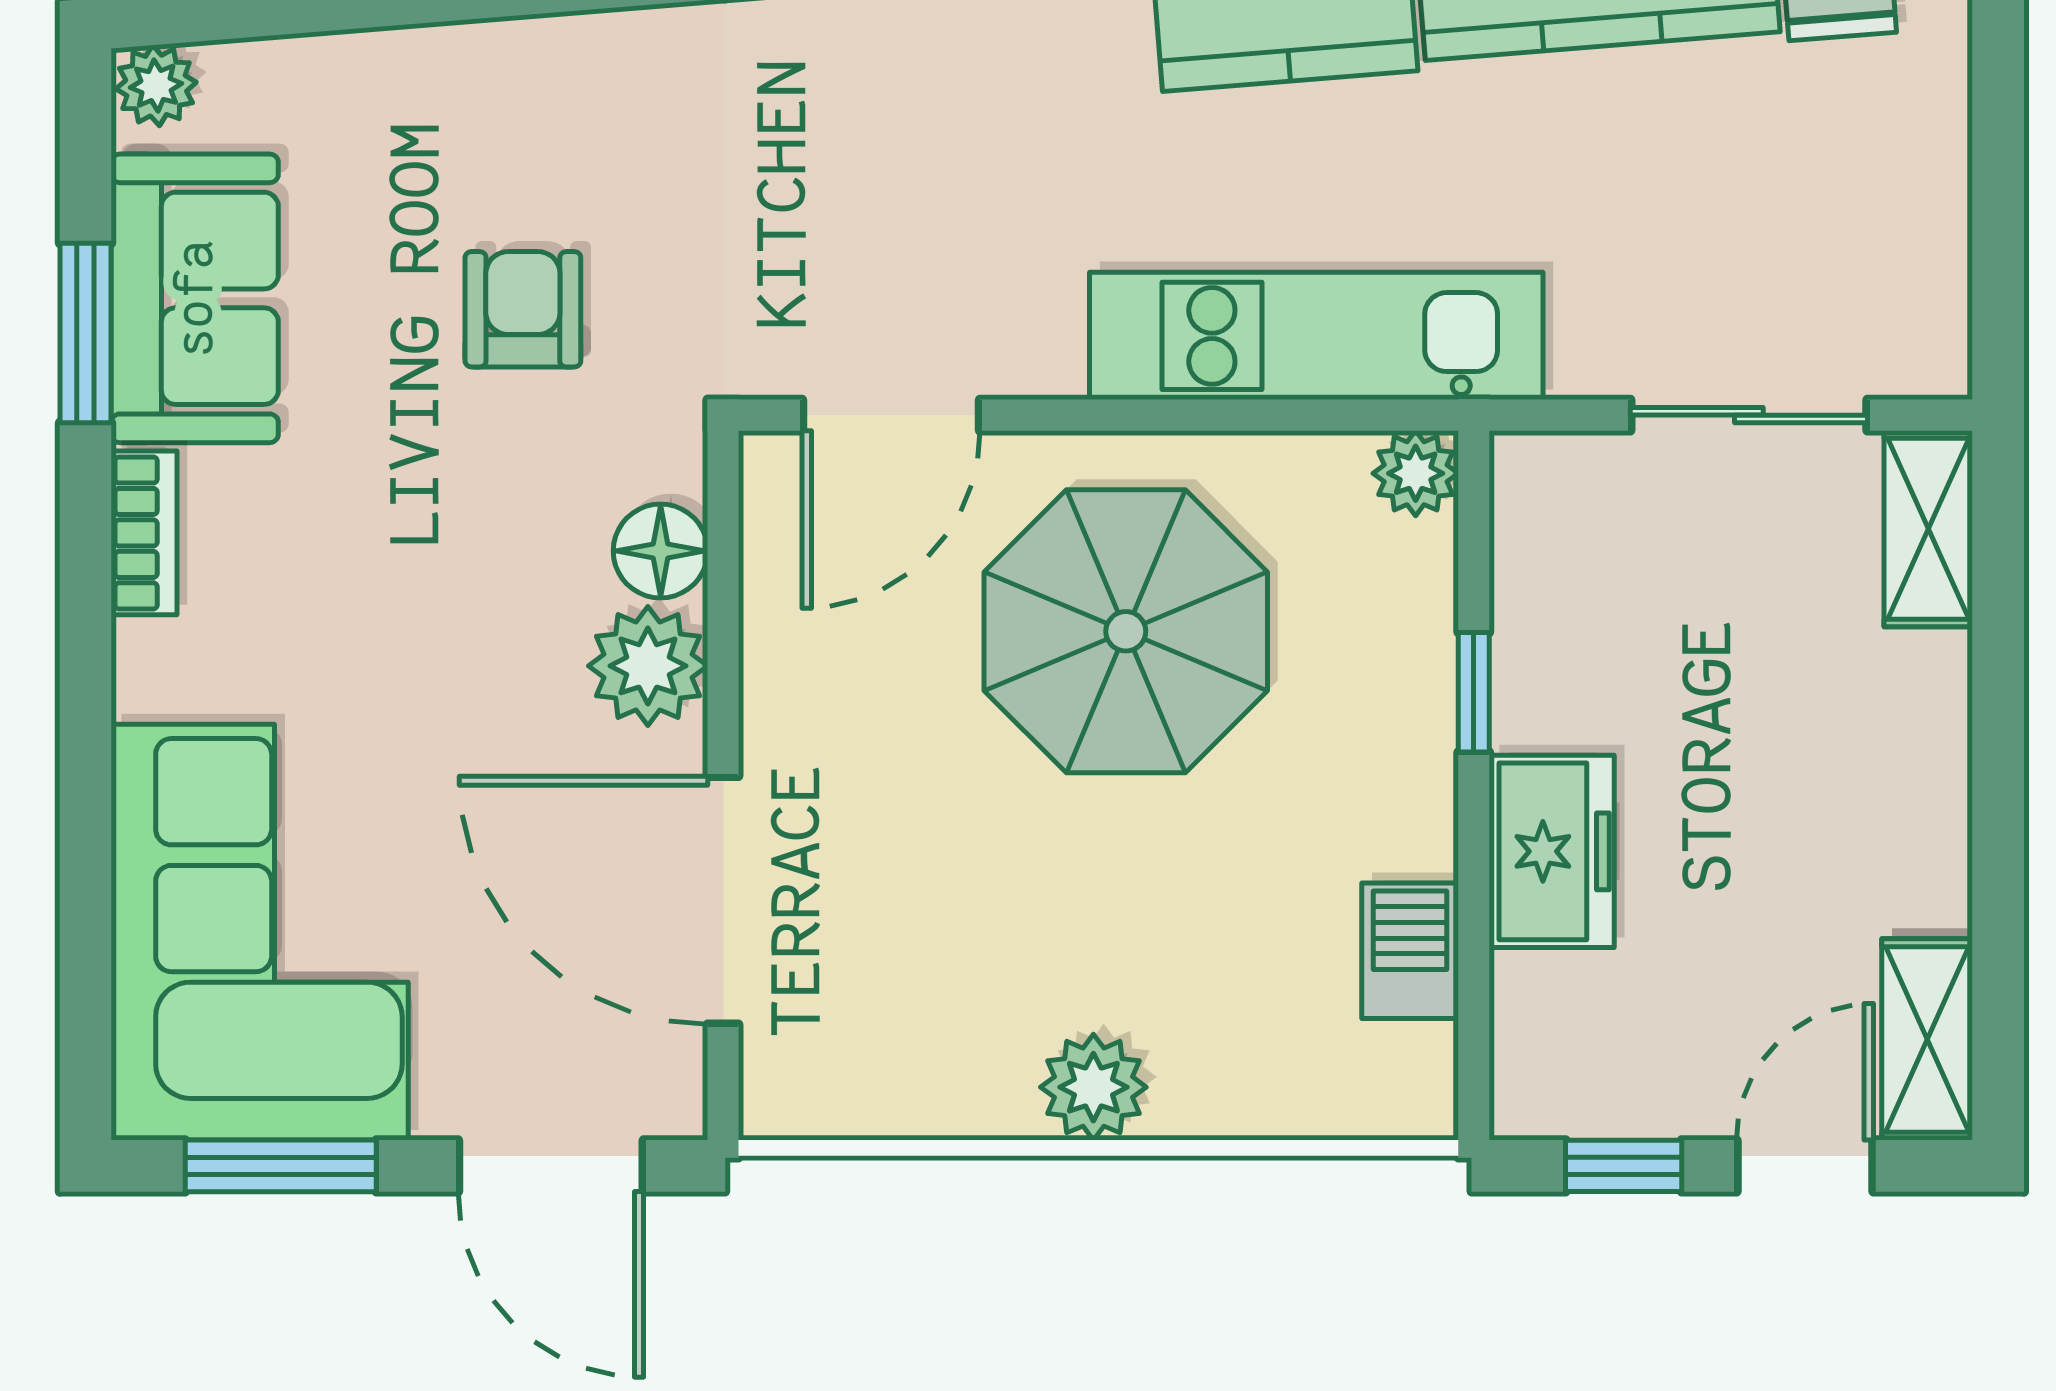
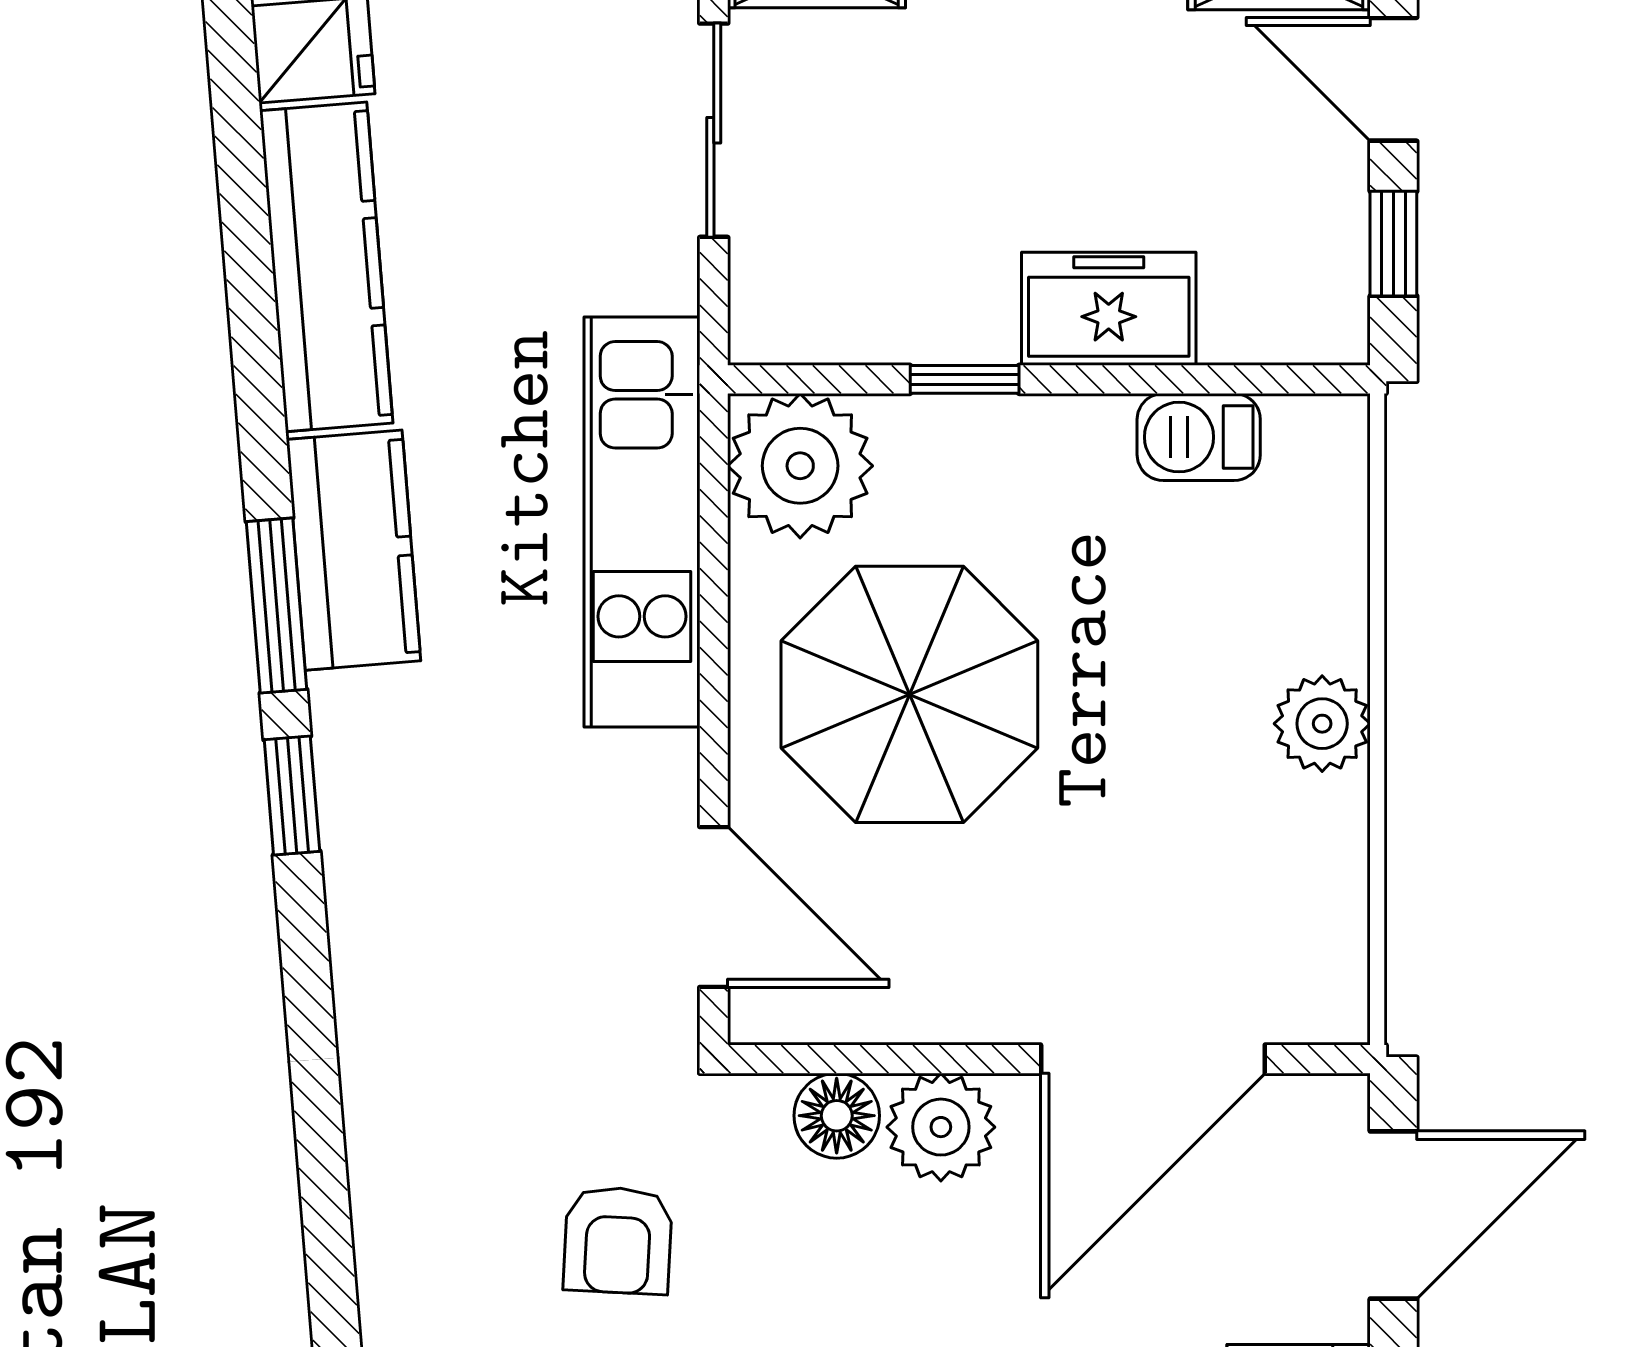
armchair: (523, 309) -> (618, 1240), turned -87
plant: (1416, 473) -> (800, 466), width x1.87, depth x1.87

